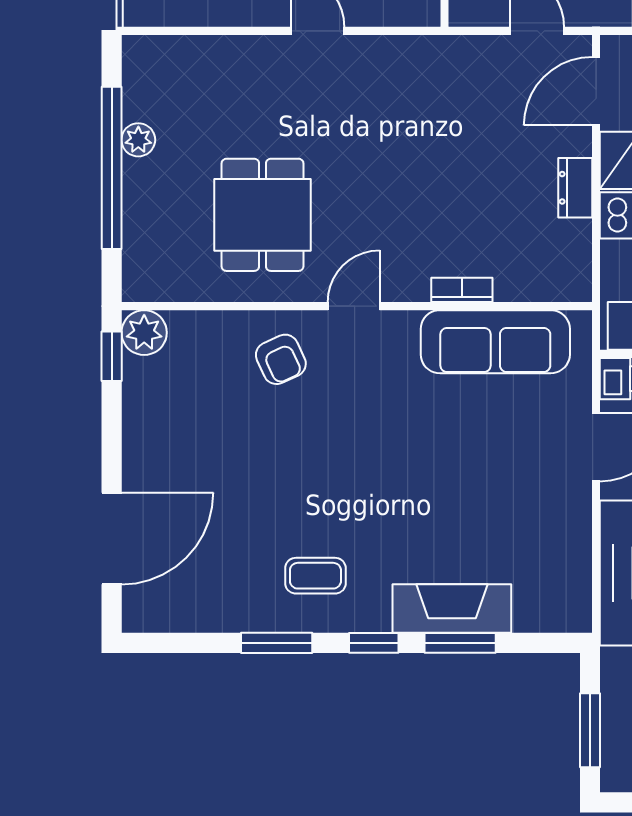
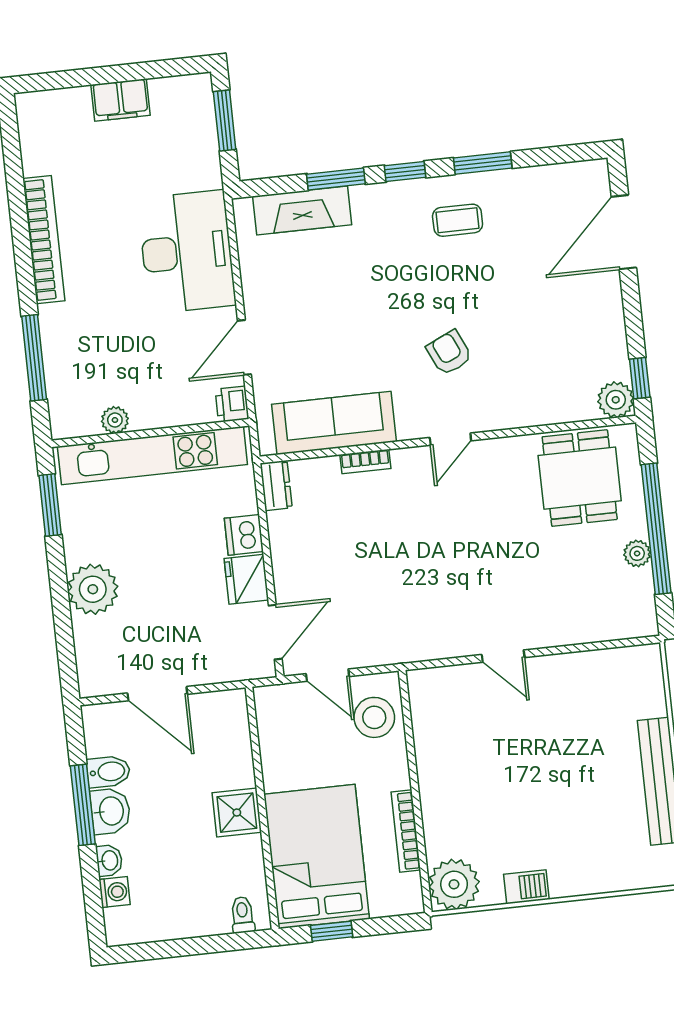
dresser: (575, 188) -> (276, 485), moved
dining table: (263, 215) -> (580, 478), moved
armchair: (281, 359) -> (449, 353), moved
fireplace: (452, 609) -> (302, 210), moved

